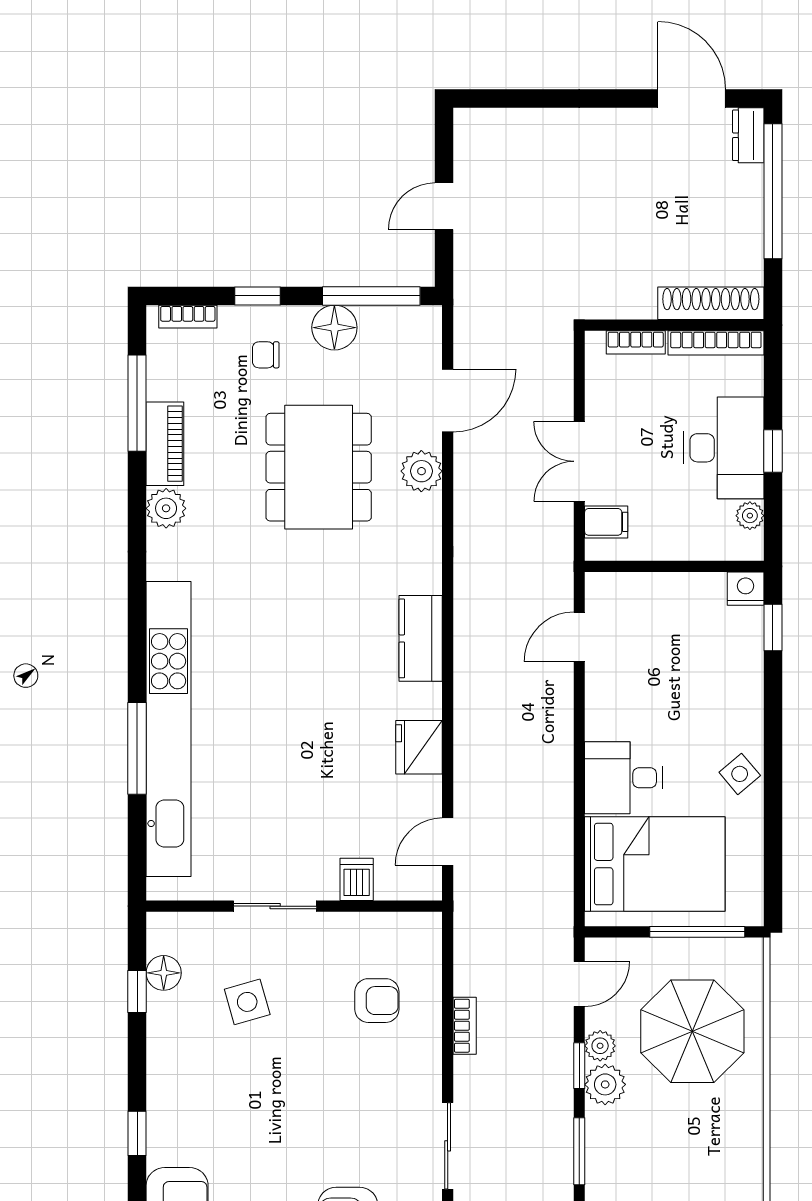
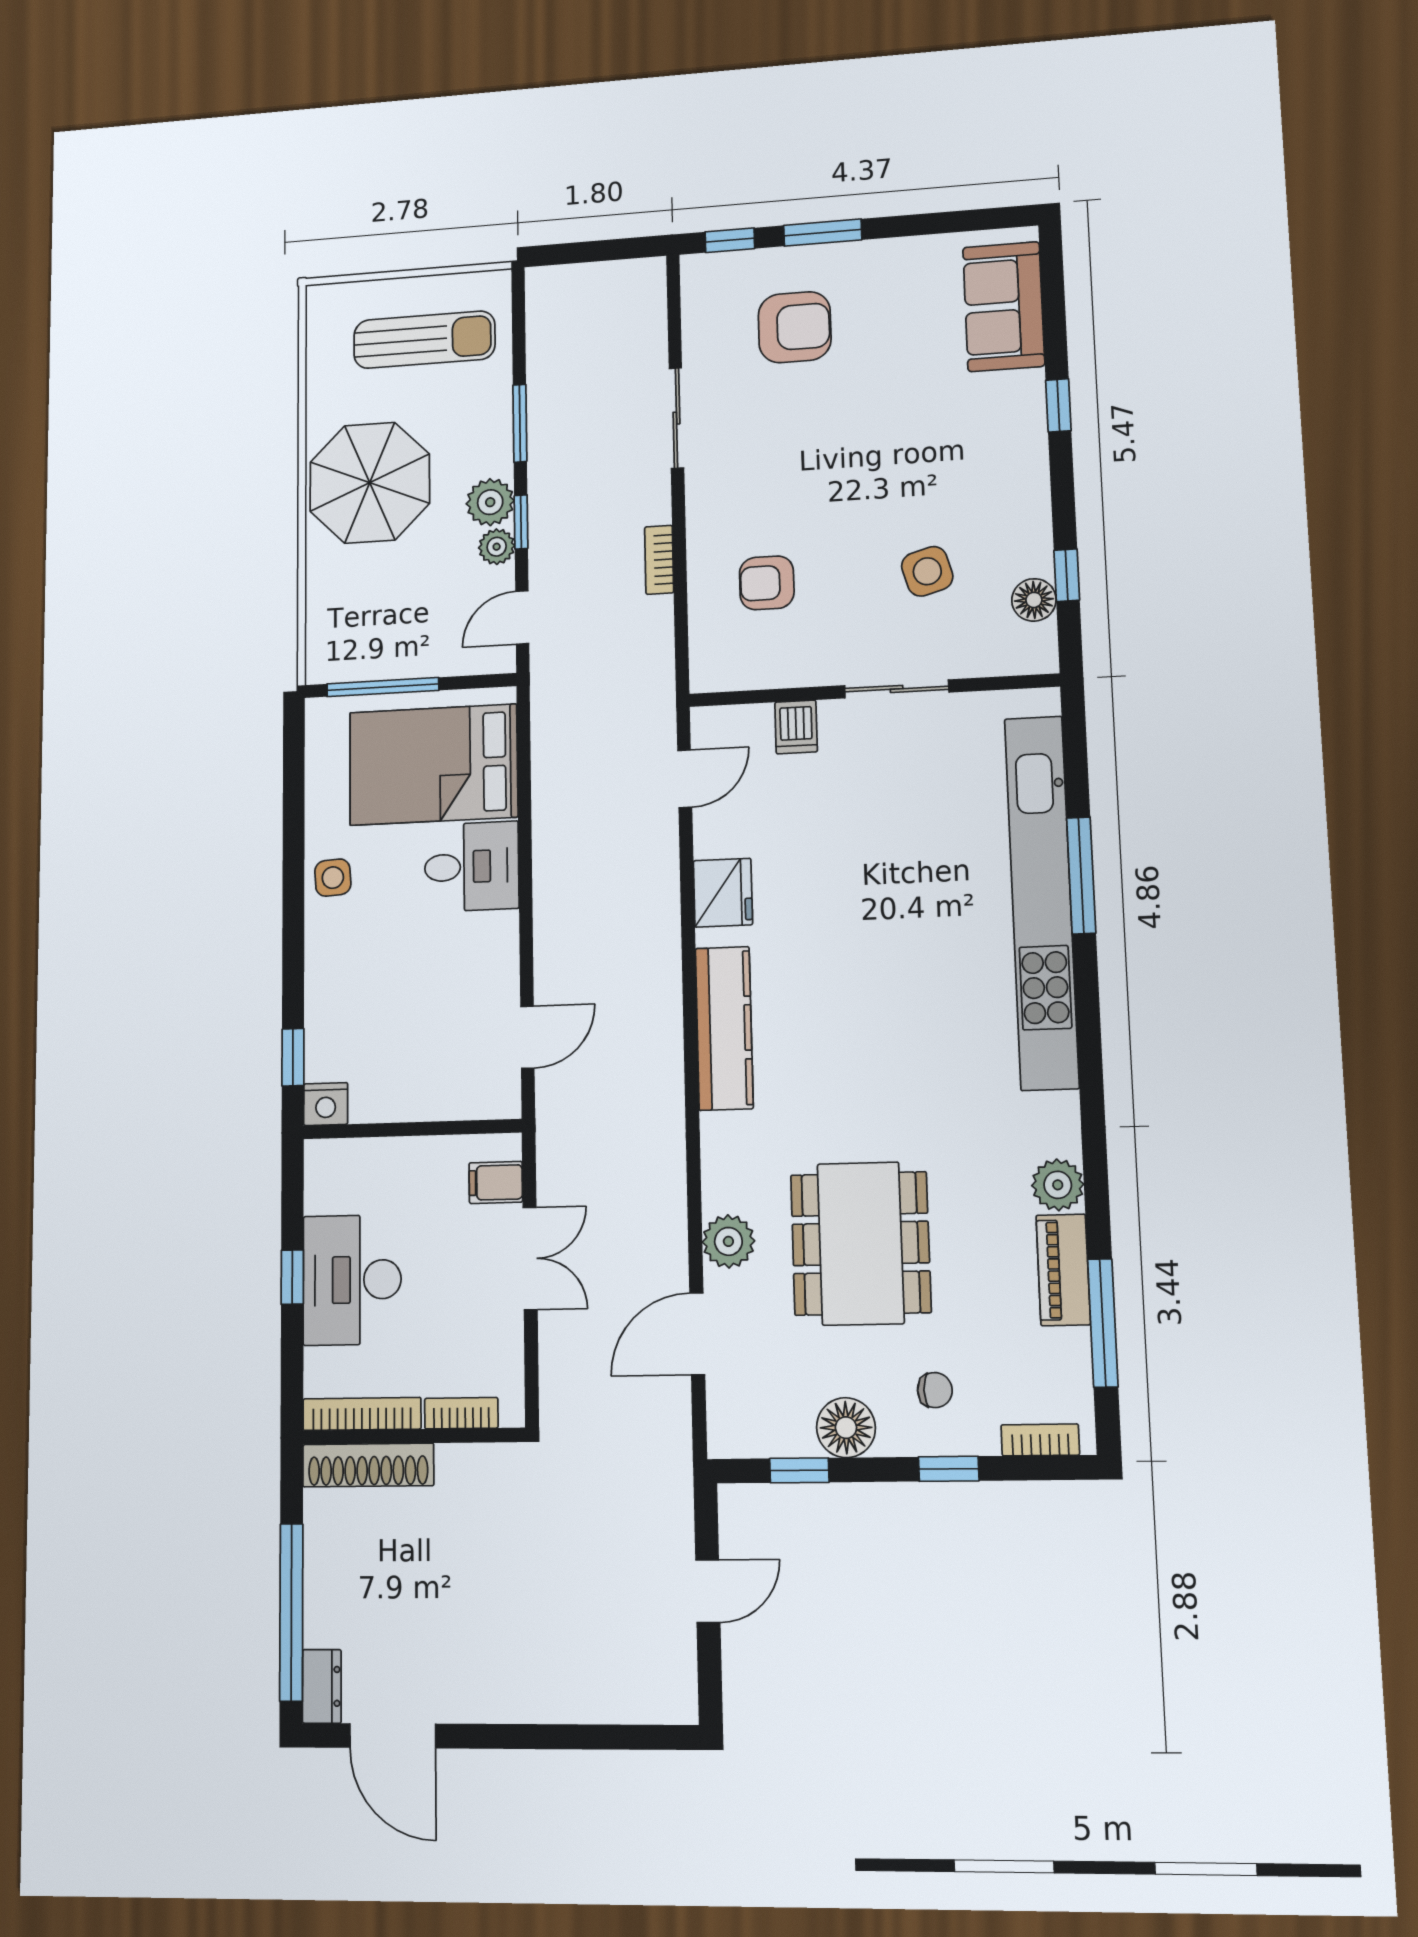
window: (371, 296) -> (799, 1470), width x0.46
plant: (750, 516) -> (320, 1195), removed
kitchen counter: (421, 638) -> (724, 1028), width x1.50
side table: (740, 774) -> (333, 878), turned 36
parasol: (692, 1031) -> (370, 483), moved

